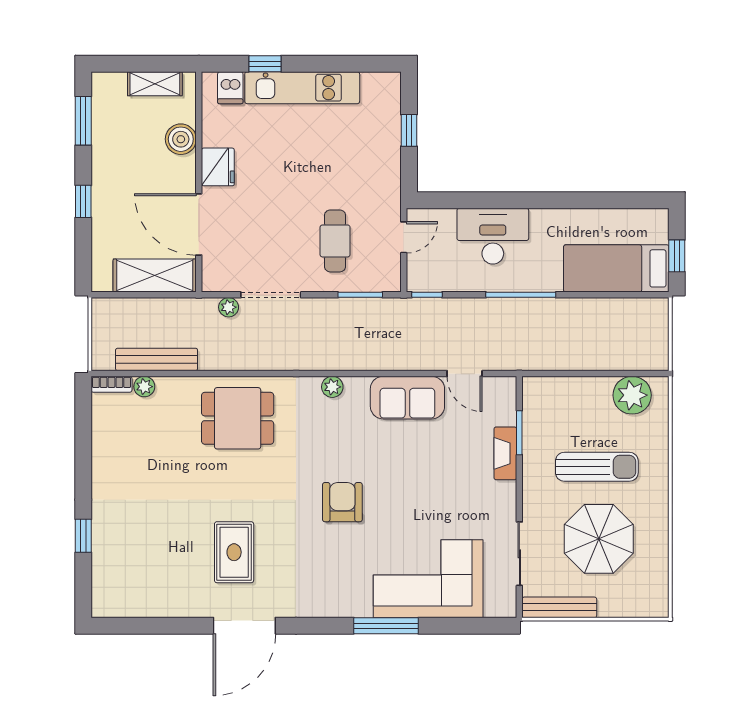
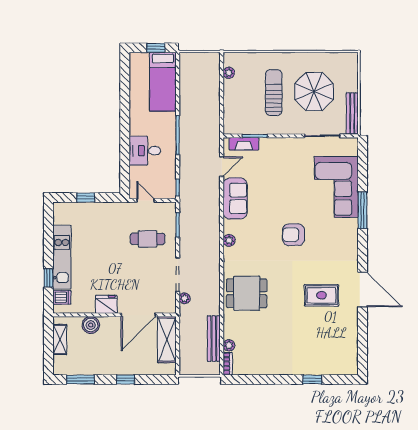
desk: (493, 236) -> (145, 151), width x0.73
plant: (632, 395) -> (229, 73), width x0.53, depth x0.53
dining table: (238, 418) -> (247, 293), turned 90
fireplace: (505, 453) -> (244, 144), moved

